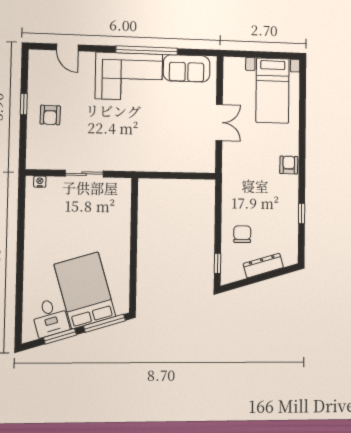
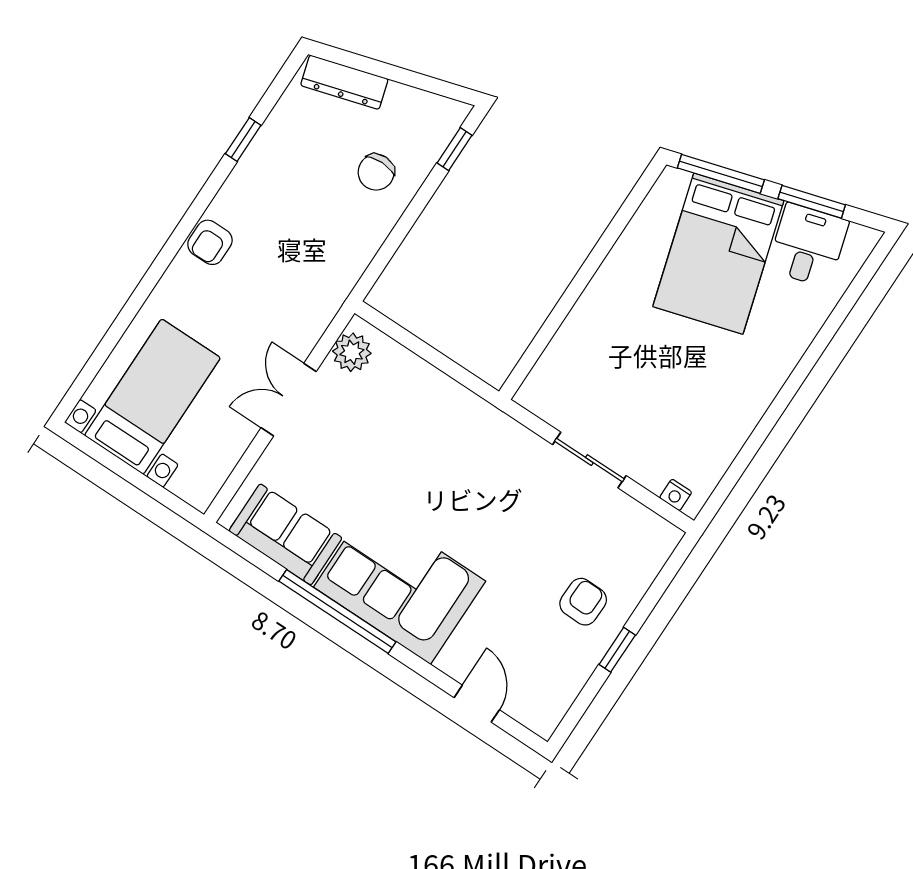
plant: (206, 157) -> (352, 352), added
dresser: (263, 266) -> (344, 82), moved

